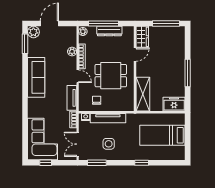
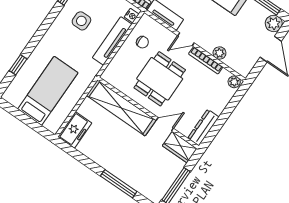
window: (104, 24) -> (227, 113), removed
dresser: (109, 31) -> (203, 128), moved
door: (135, 54) -> (165, 124), swing flipped
window: (188, 73) -> (119, 184), moved
shelving: (143, 94) -> (121, 108), width x1.47
window: (142, 163) -> (18, 65), moved

